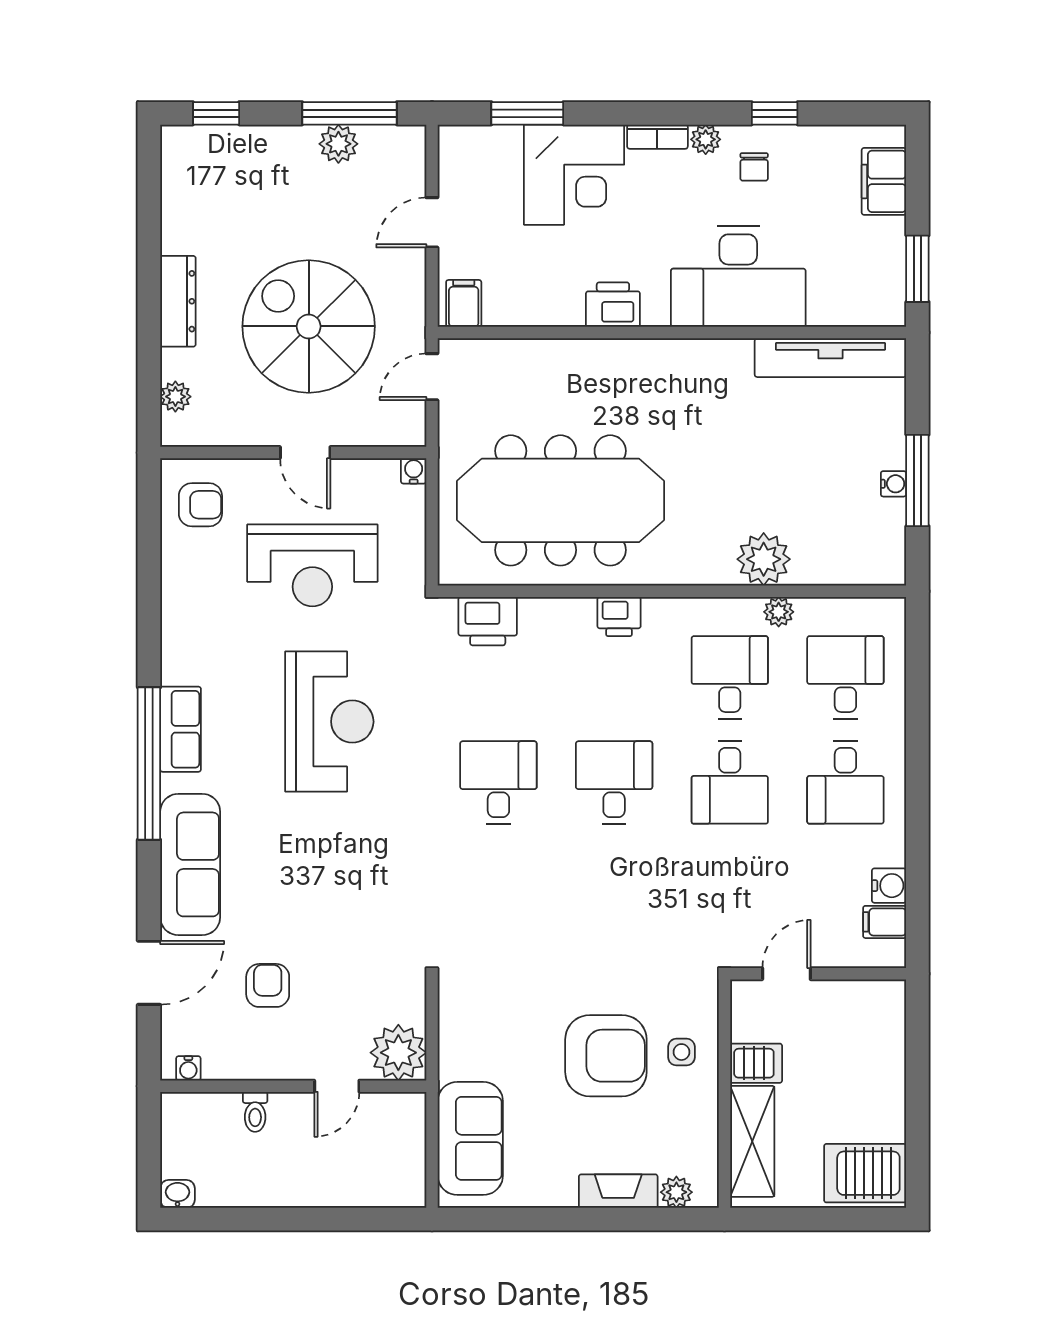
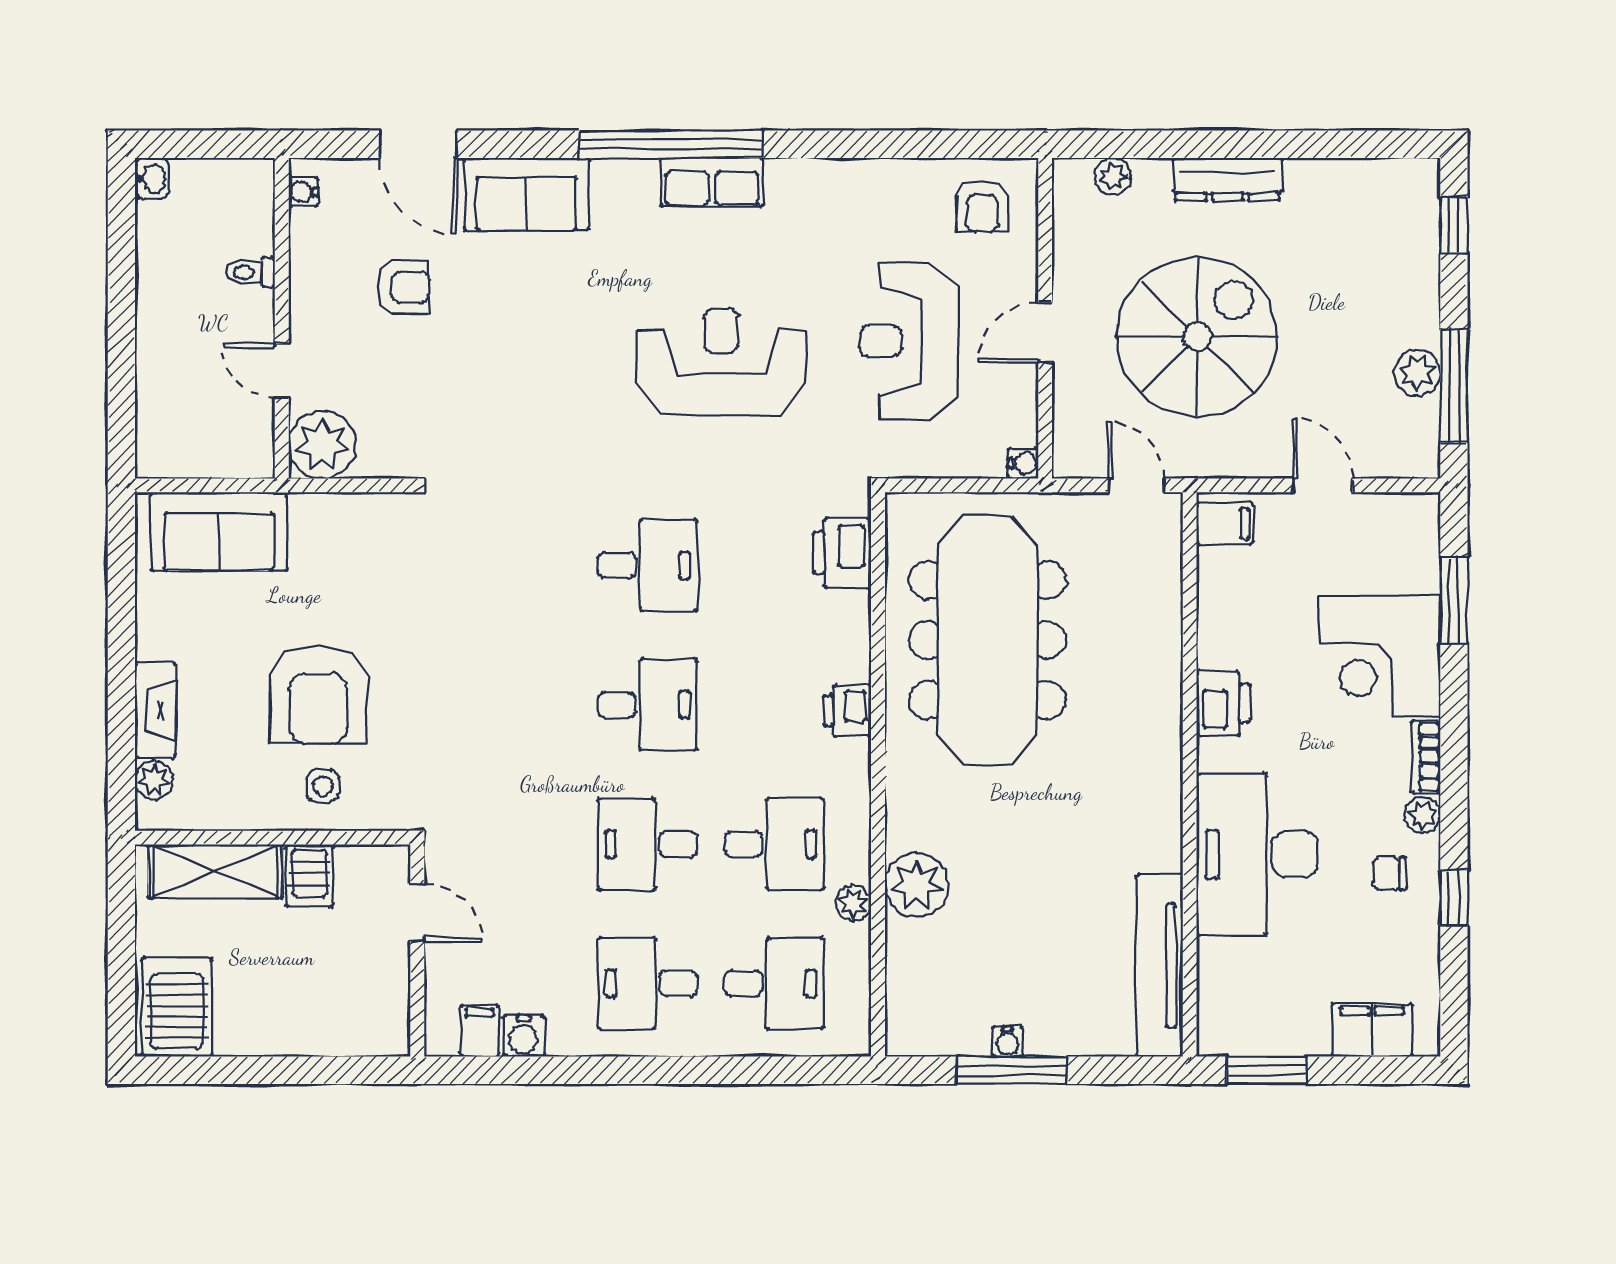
reception desk: (329, 722) -> (721, 362), turned 180
sofa: (190, 864) -> (526, 194), width x0.73

